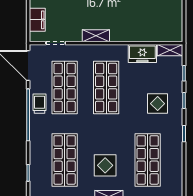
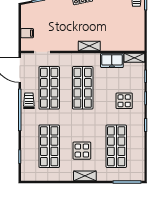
filing cabinet: (37, 20) -> (27, 33), width x0.50
shelving: (96, 36) -> (89, 46), moved

